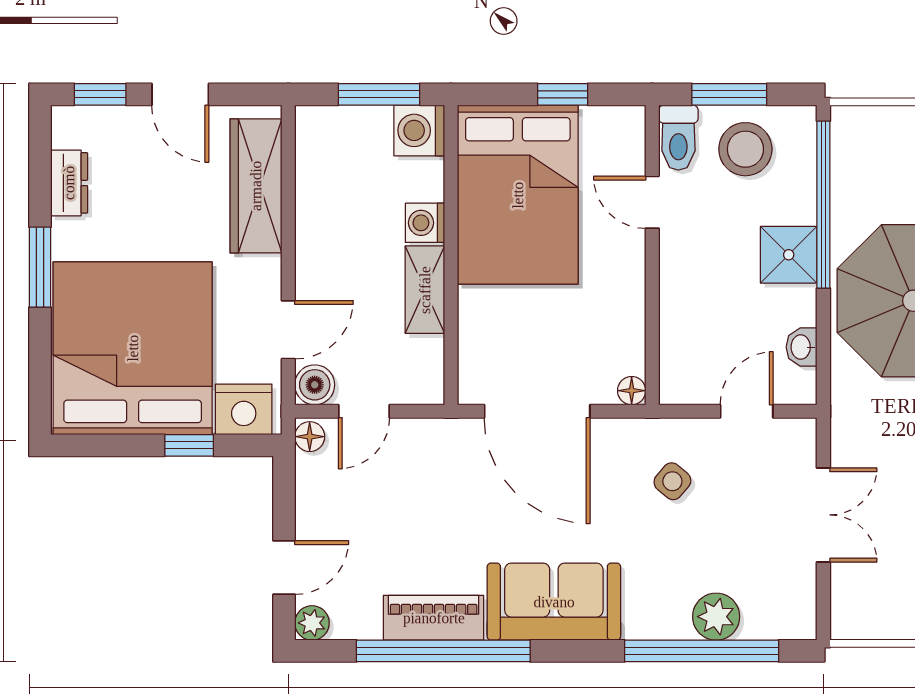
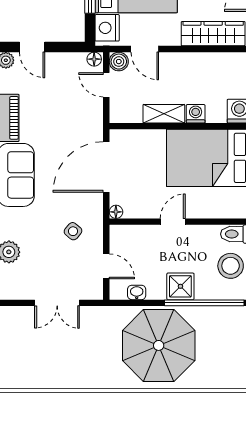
door: (652, 202) -> (173, 222), moved

